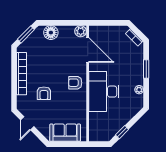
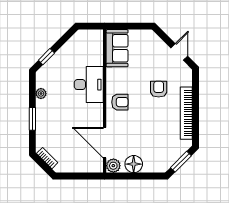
floor lamp: (51, 33) -> (134, 164), moved
desk: (104, 92) -> (89, 85), width x0.73, depth x0.77
window: (122, 132) -> (46, 57), moved
sofa: (65, 133) -> (117, 48), moved, turned -90

